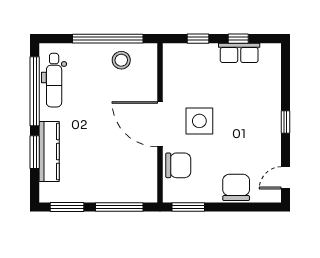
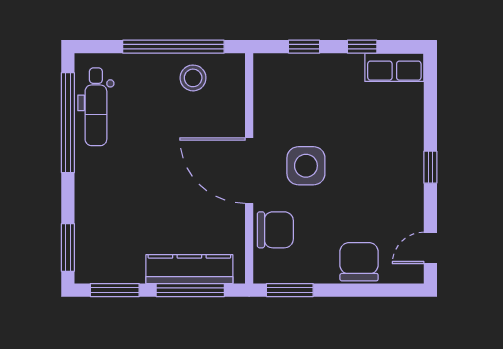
row of seats: (239, 53) -> (394, 67), moved
window: (35, 152) -> (68, 247), moved
kitchen counter: (49, 152) -> (189, 269), moved, turned -90

